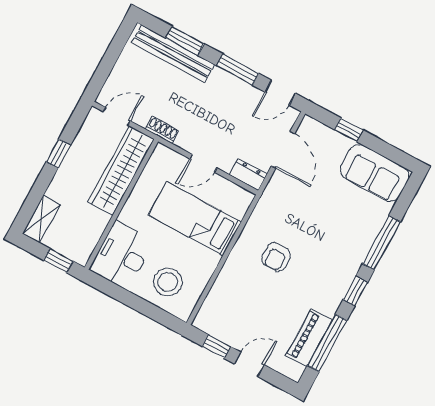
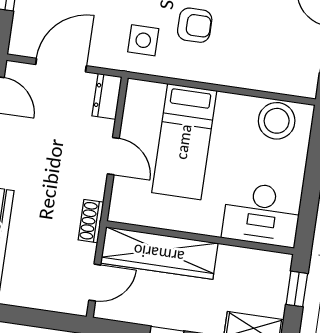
door: (117, 116) -> (95, 283), swing flipped
side table: (279, 216) -> (143, 40), added
stool: (168, 282) -> (277, 121), moved

